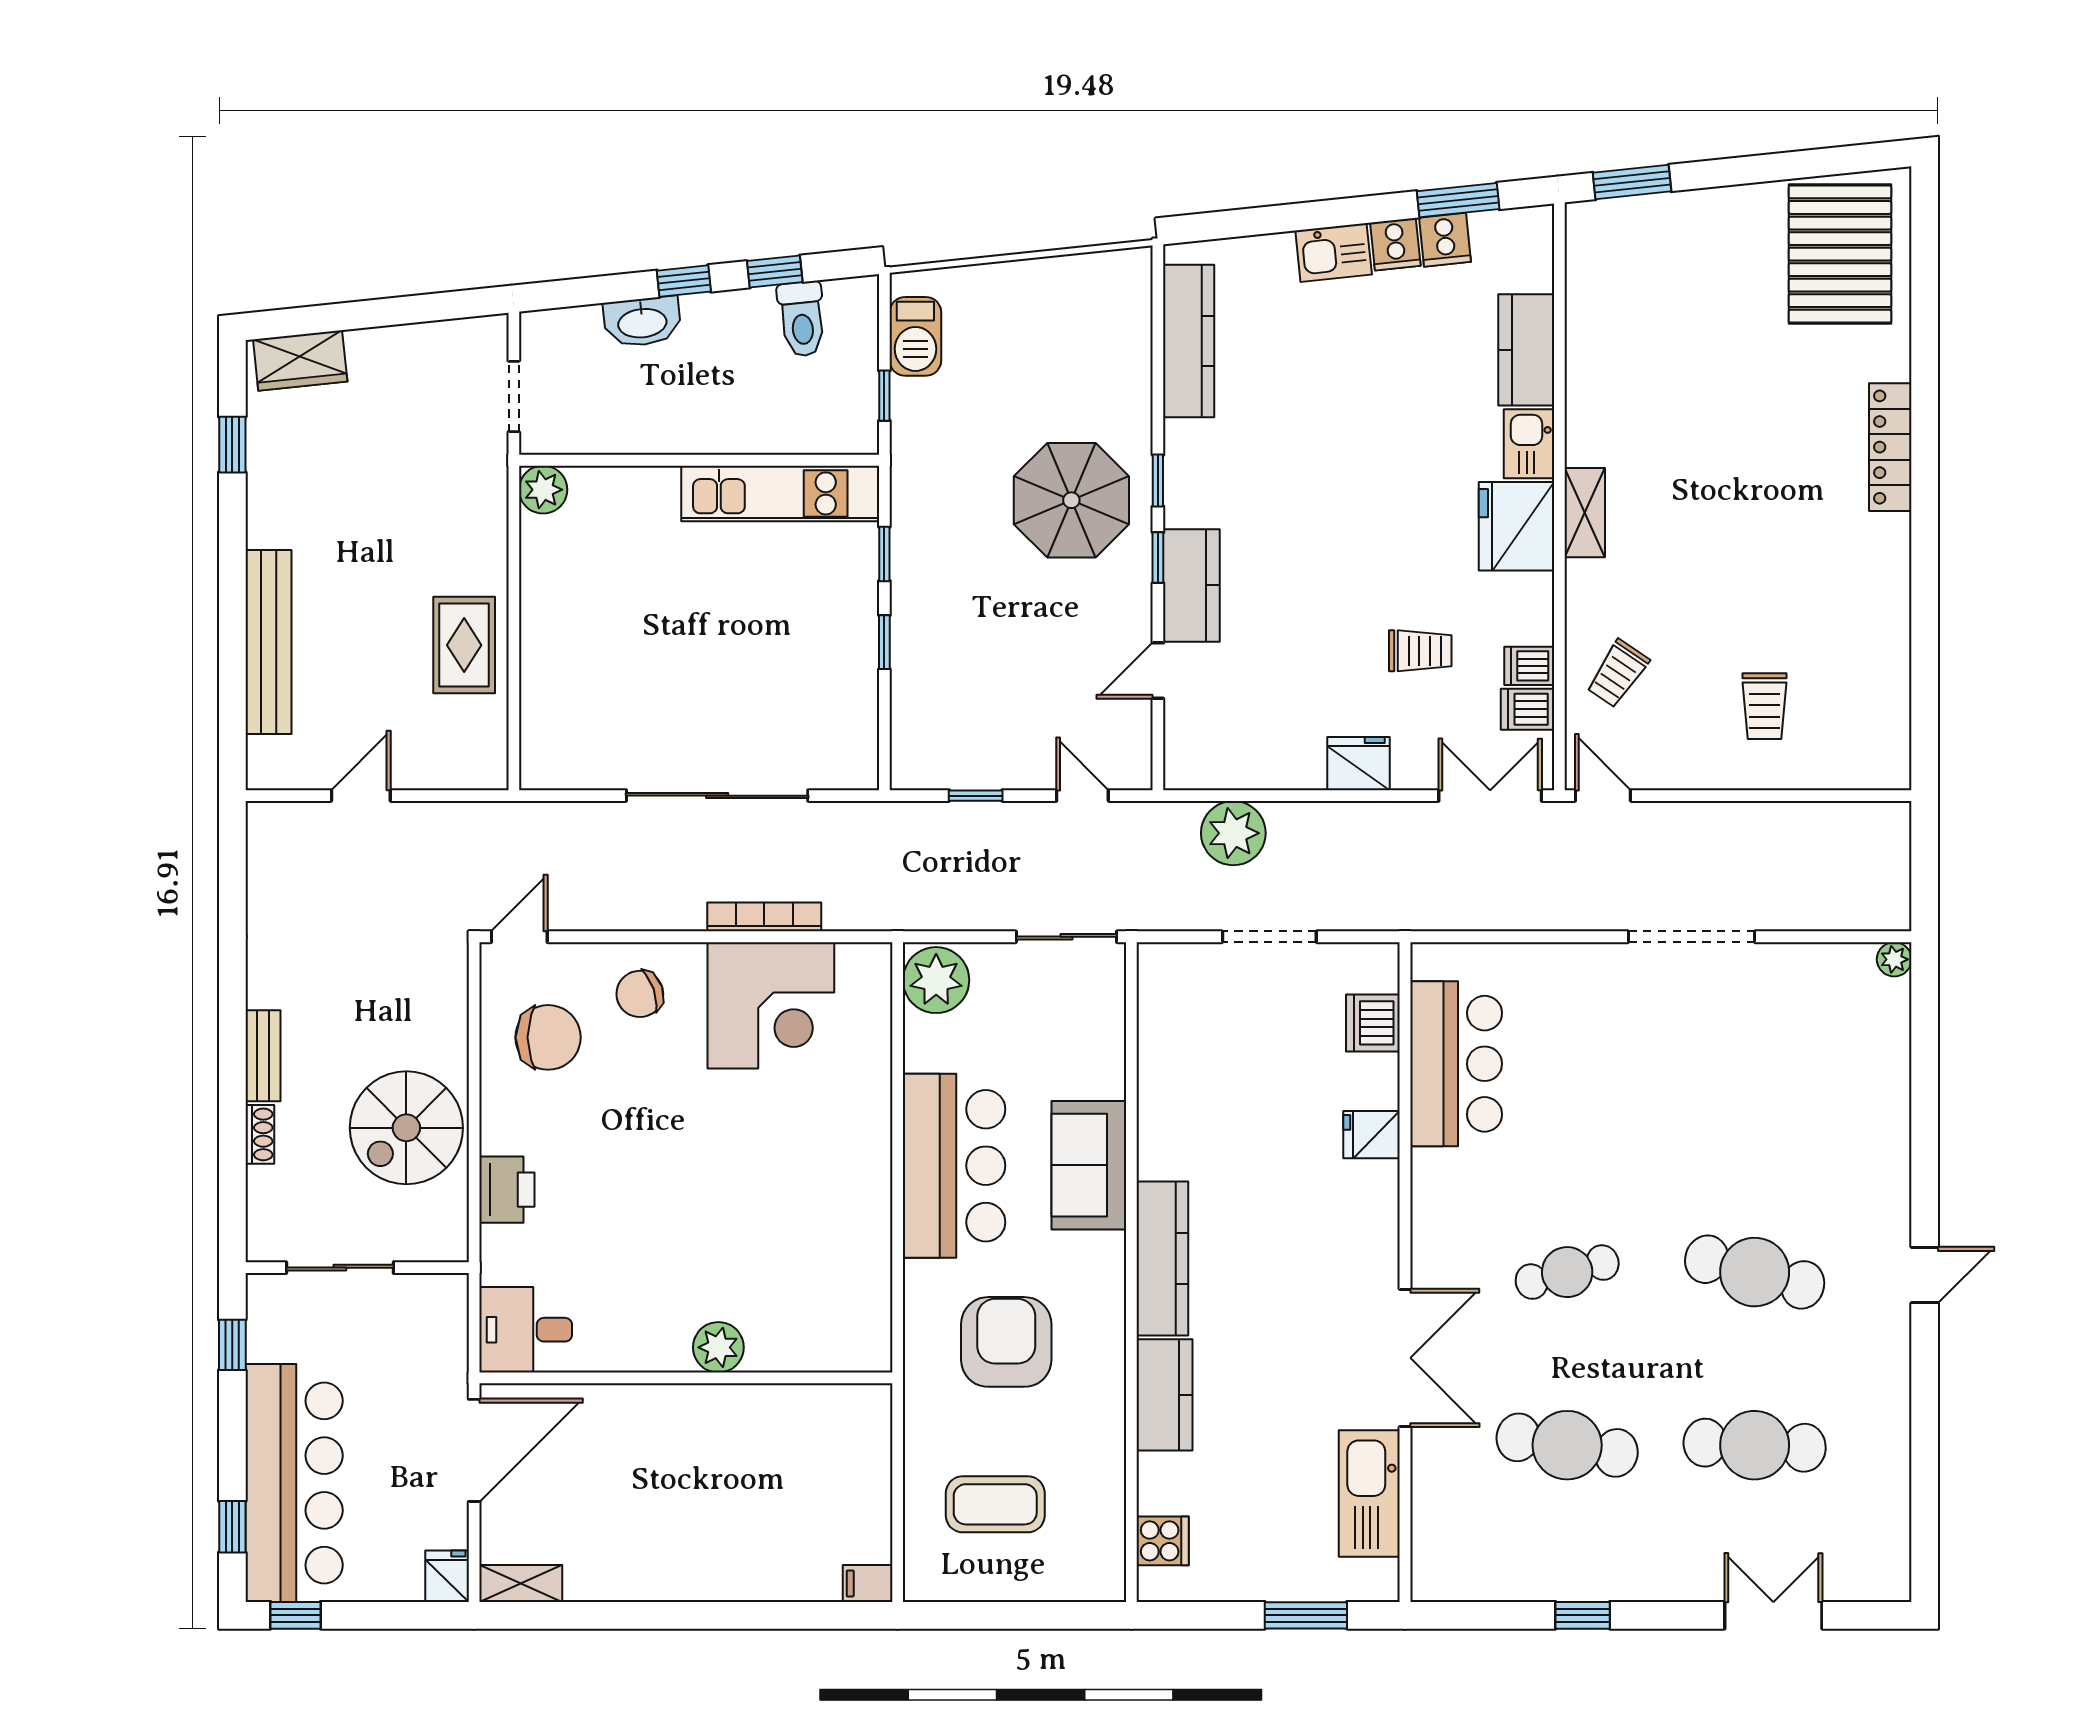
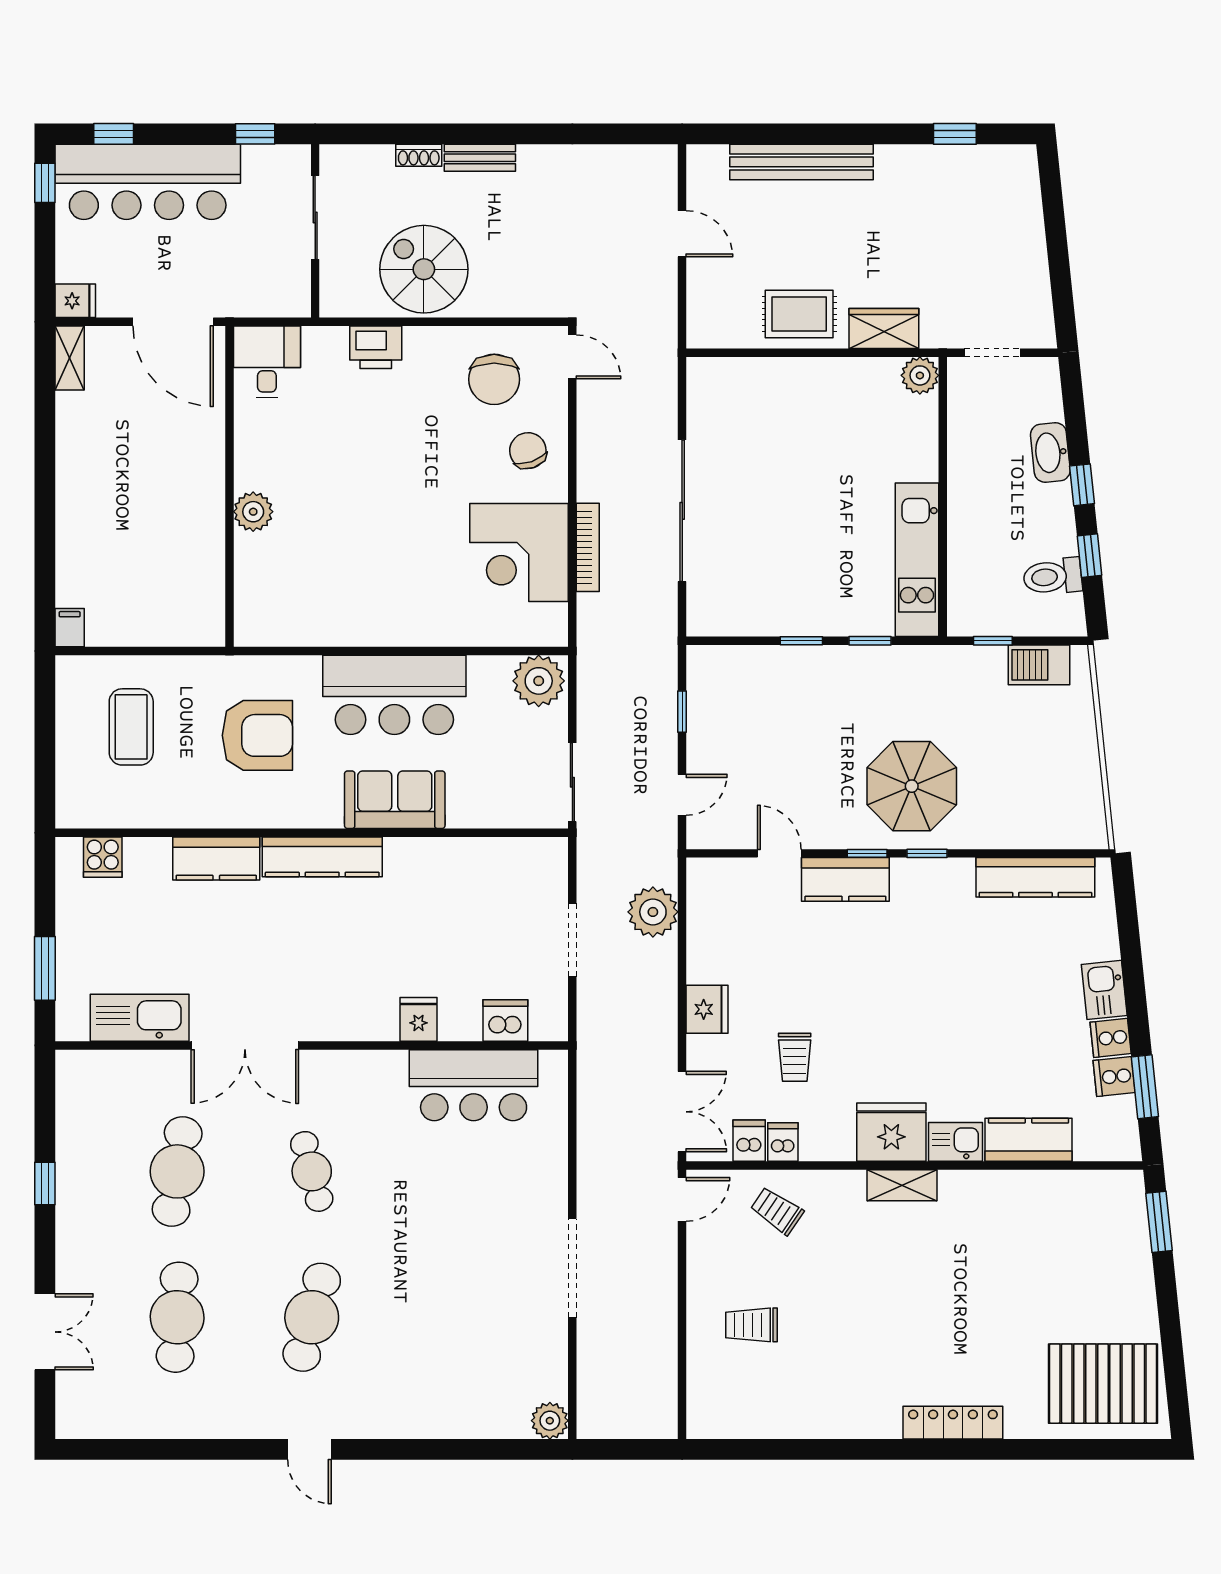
wardrobe: (300, 360) -> (884, 328), moved, turned 96
plant: (1894, 959) -> (550, 1421), width x1.38, depth x1.38

